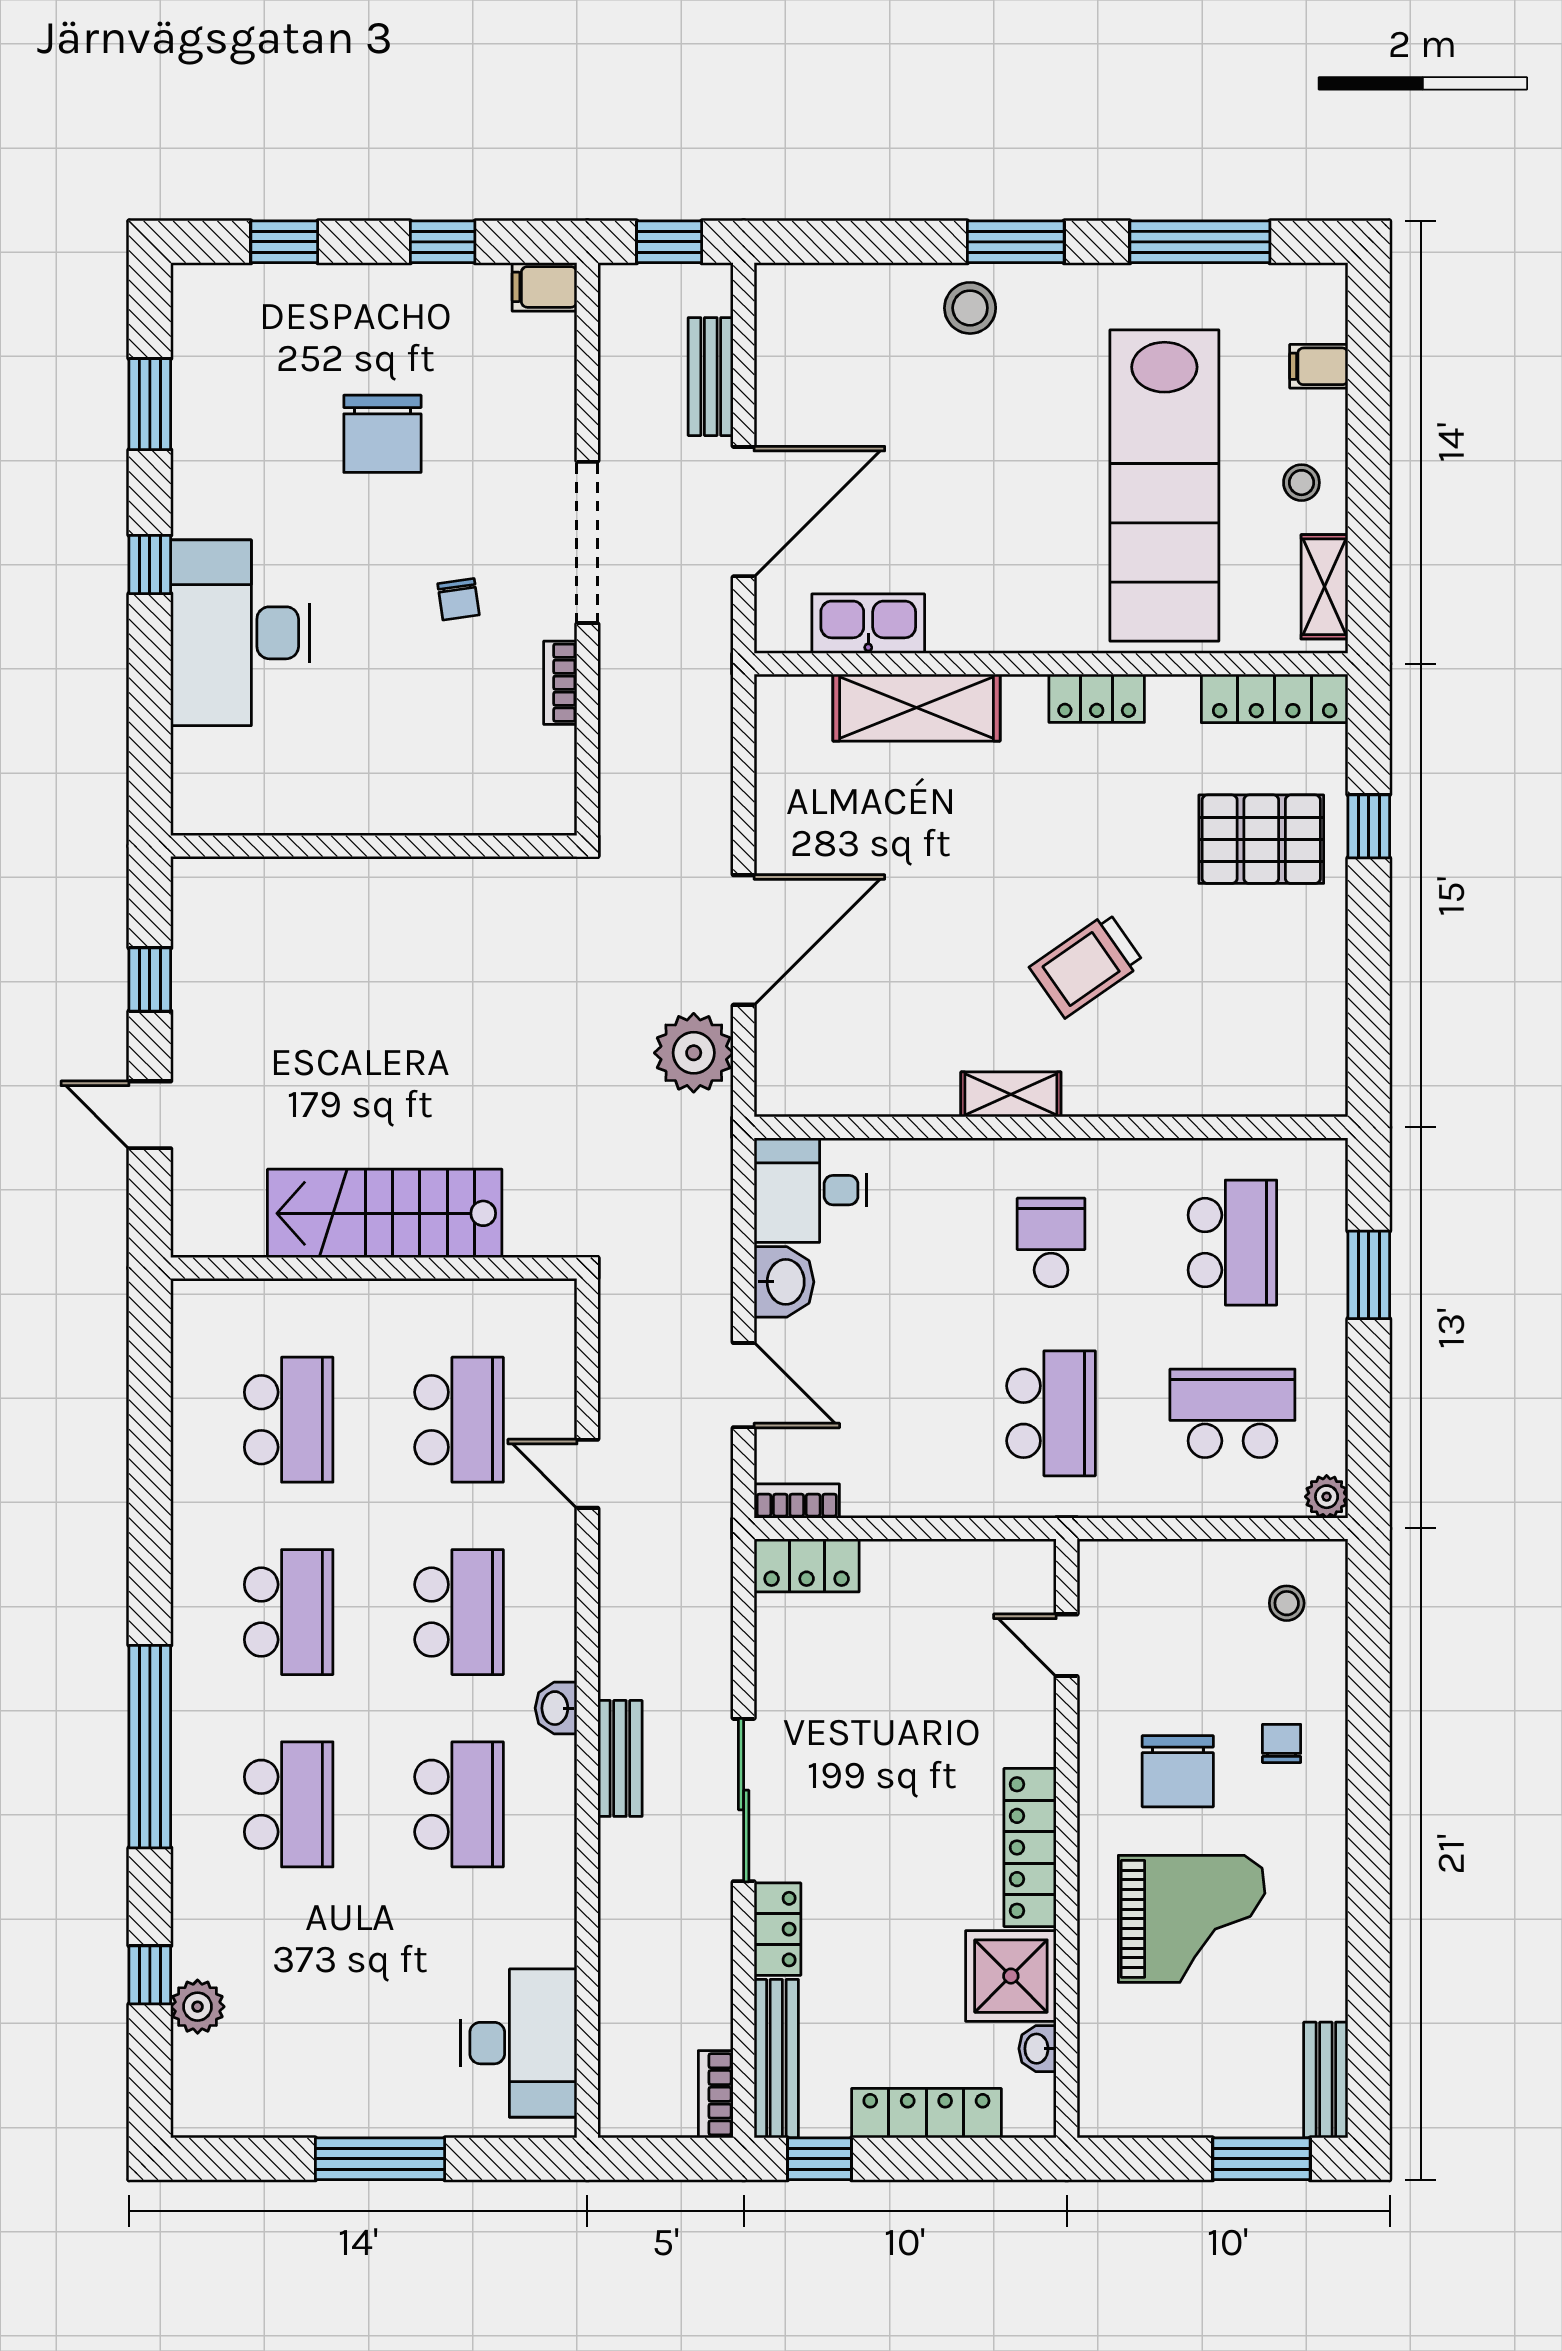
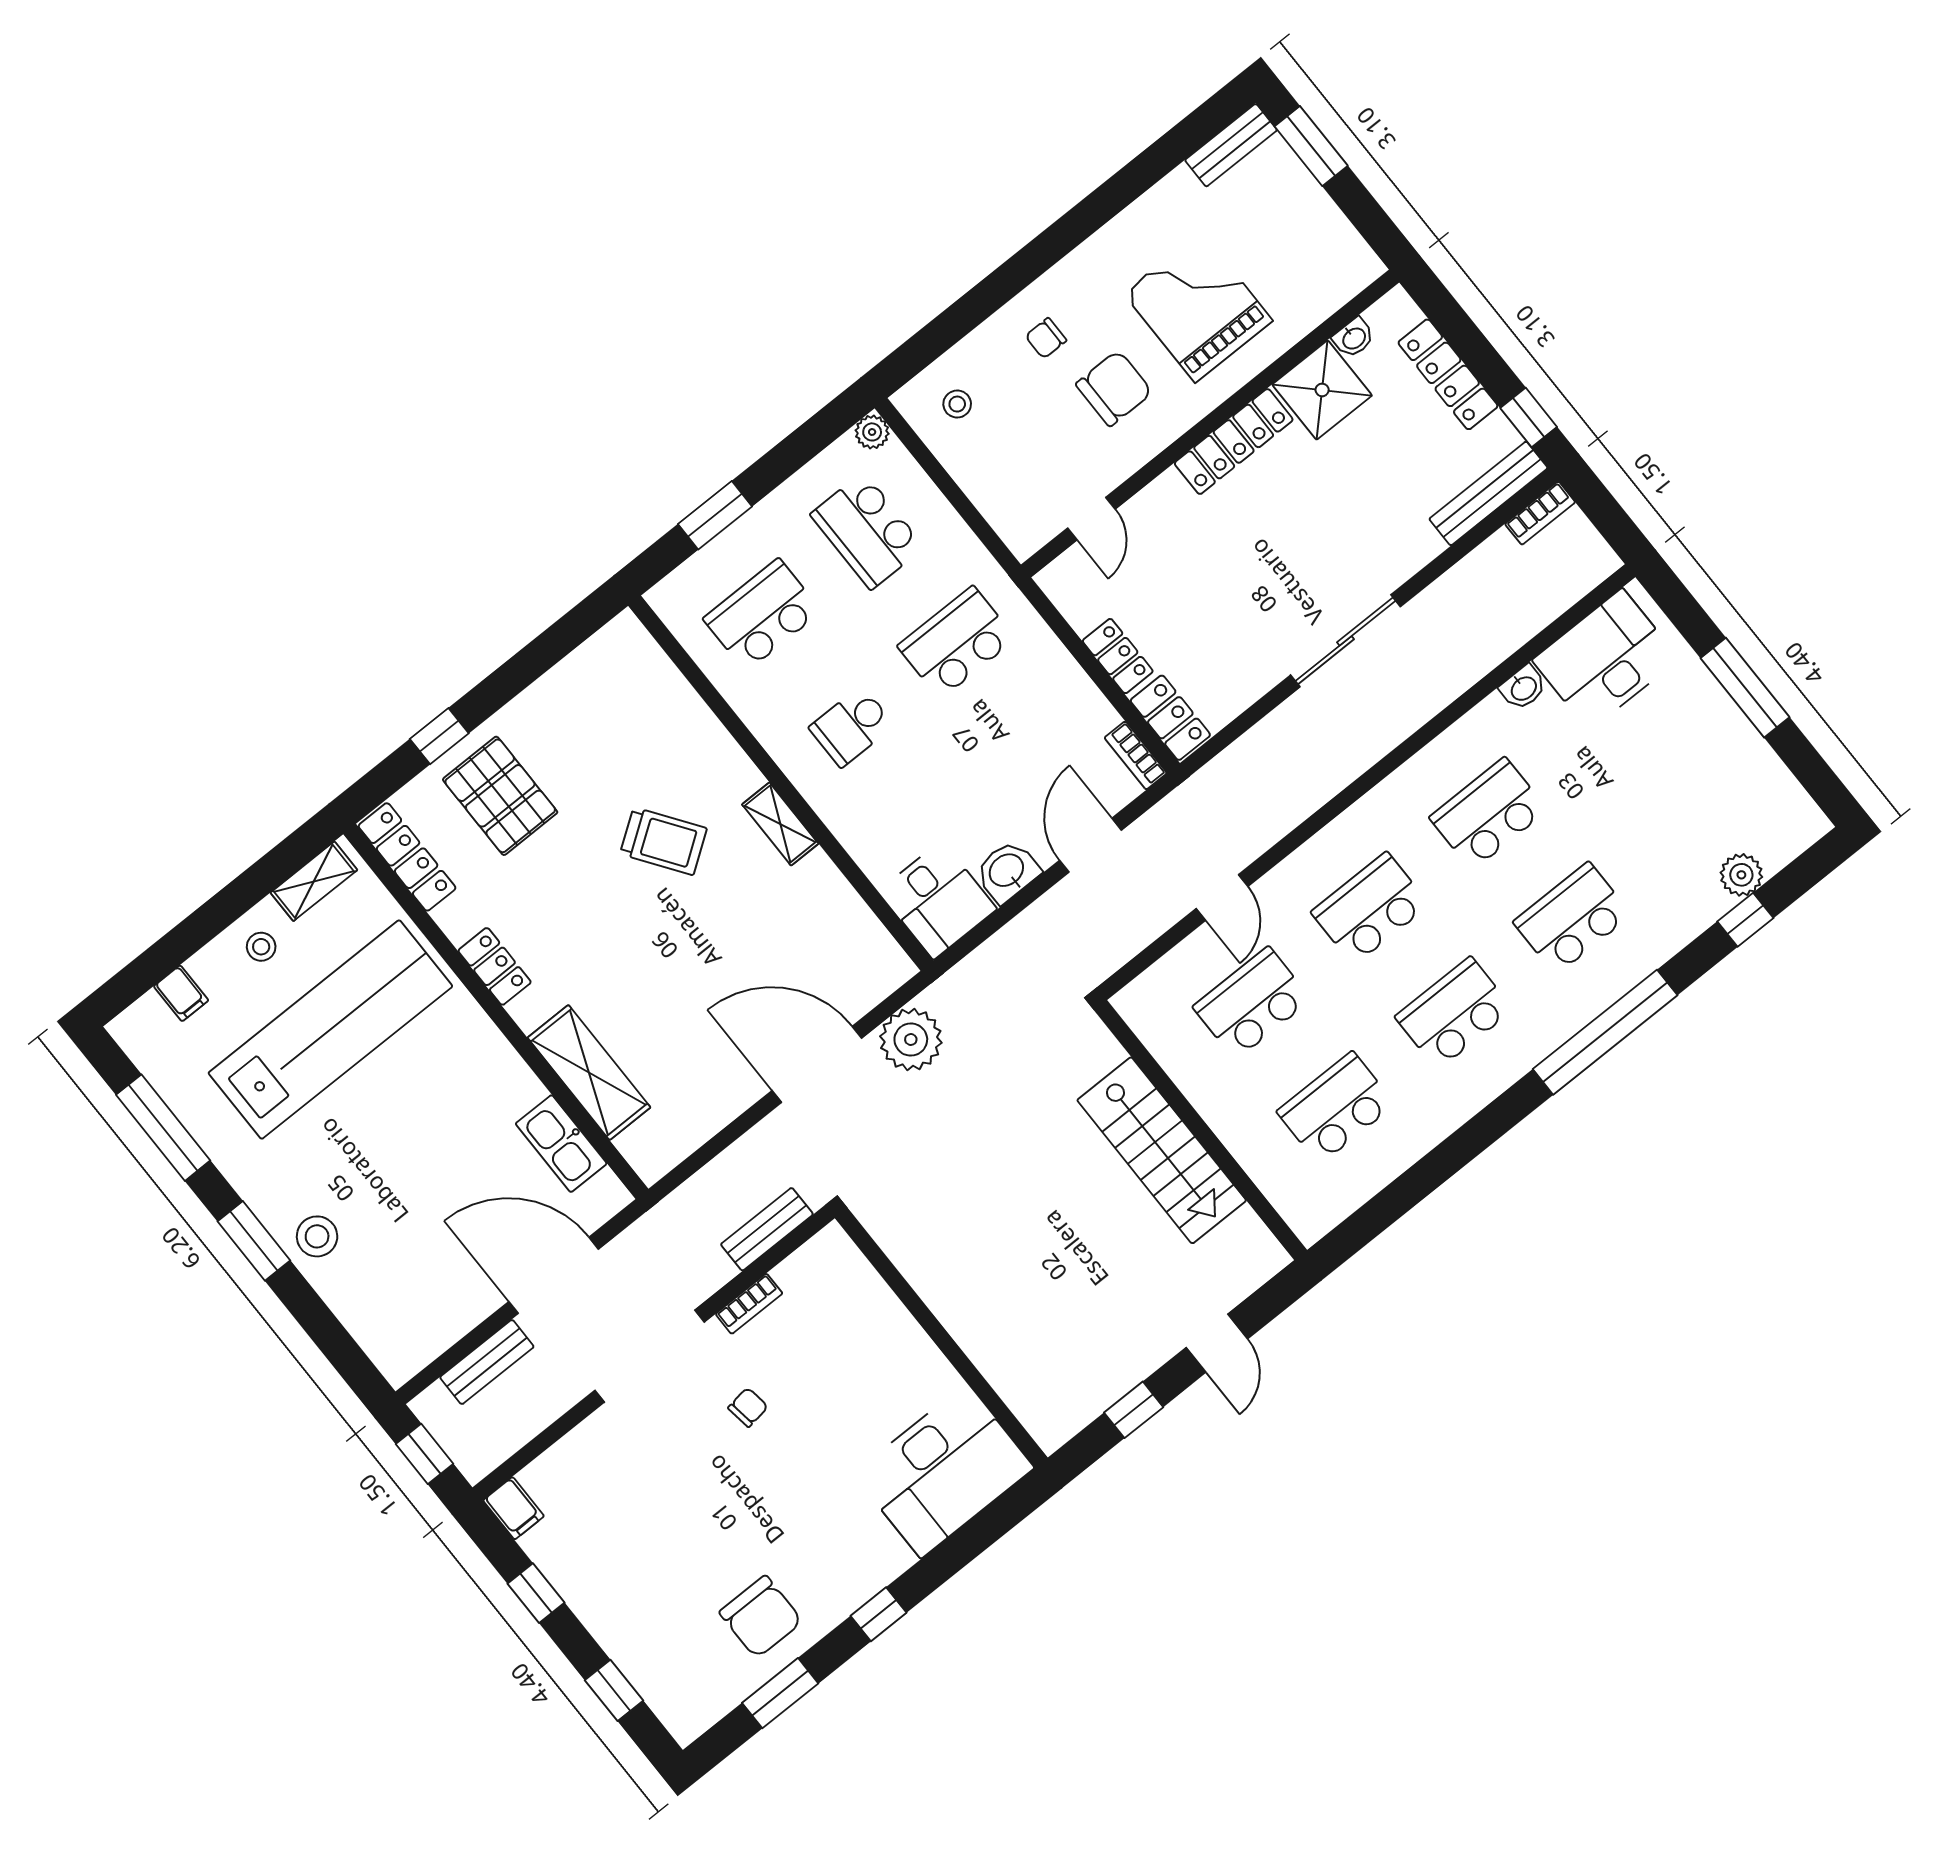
chair: (382, 434) -> (761, 1617), moved, turned 90
desk: (240, 633) -> (944, 1471), moved
washbasin: (556, 1708) -> (1523, 688), moved
bench: (620, 1758) -> (767, 1229), moved
locker: (777, 1929) -> (1118, 656), moved, turned 90

